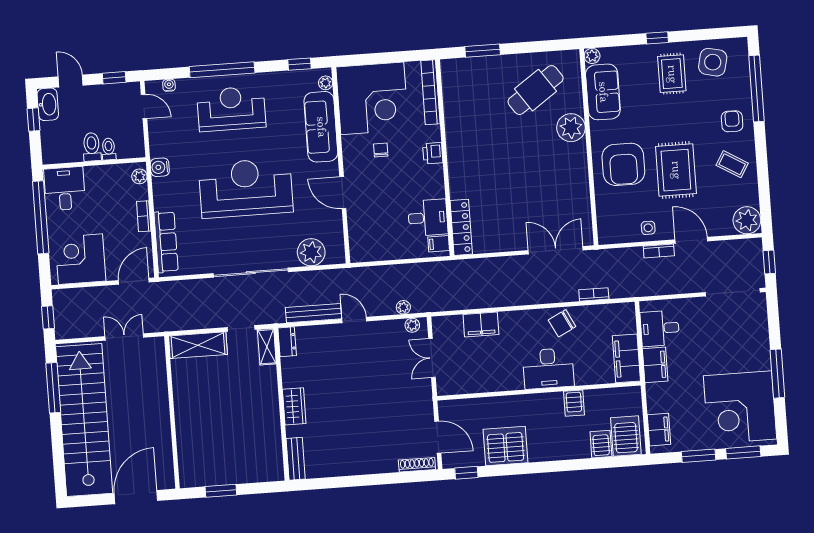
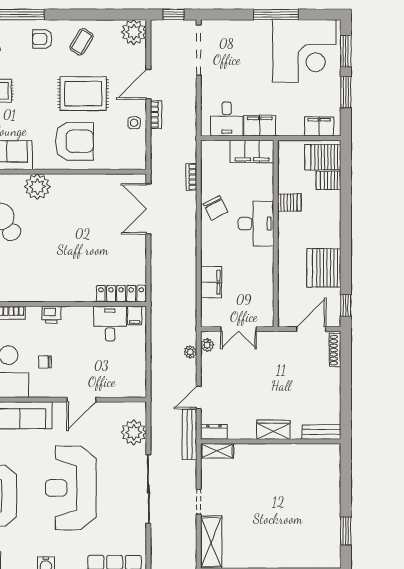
dresser: (287, 342) -> (214, 432), moved
shelving: (267, 347) -> (217, 451), moved
wall: (281, 404) -> (271, 441), moved
wardrobe: (294, 406) -> (273, 430), moved
bench: (296, 459) -> (321, 432), moved

